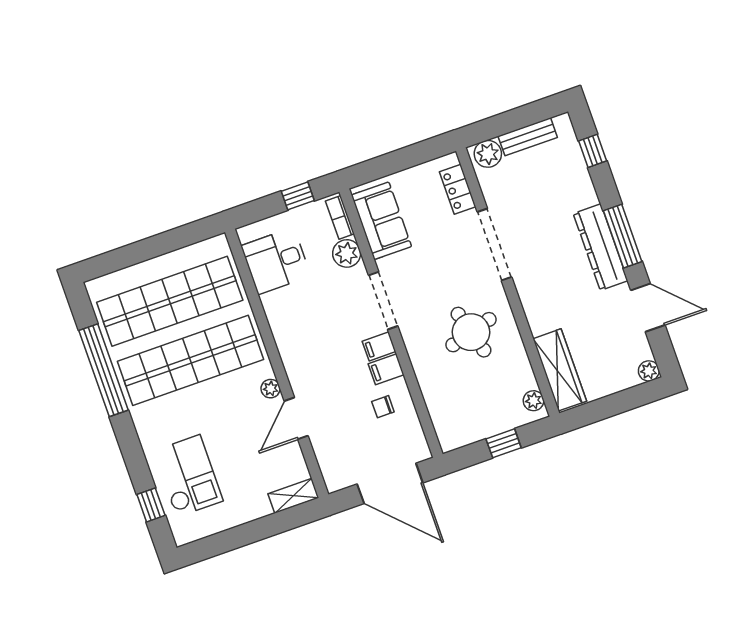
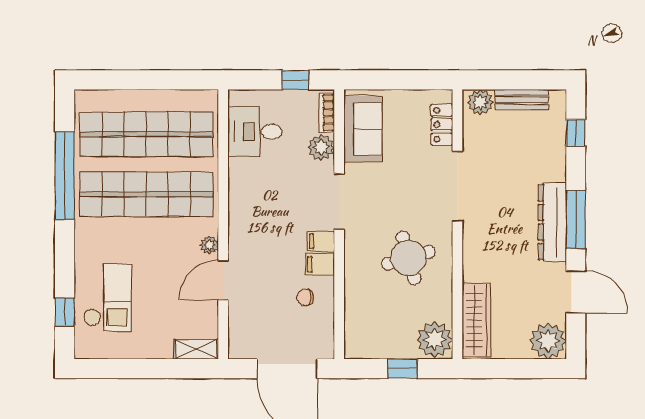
plant: (649, 371) -> (548, 341), width x1.87, depth x1.87
plant: (534, 401) -> (435, 340), width x1.88, depth x1.88

